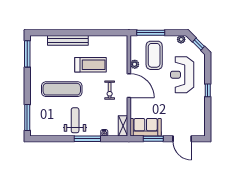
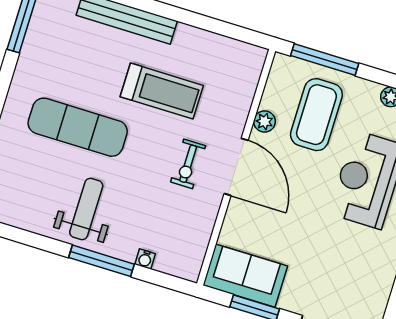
shelving: (123, 126) -> (194, 256), removed

